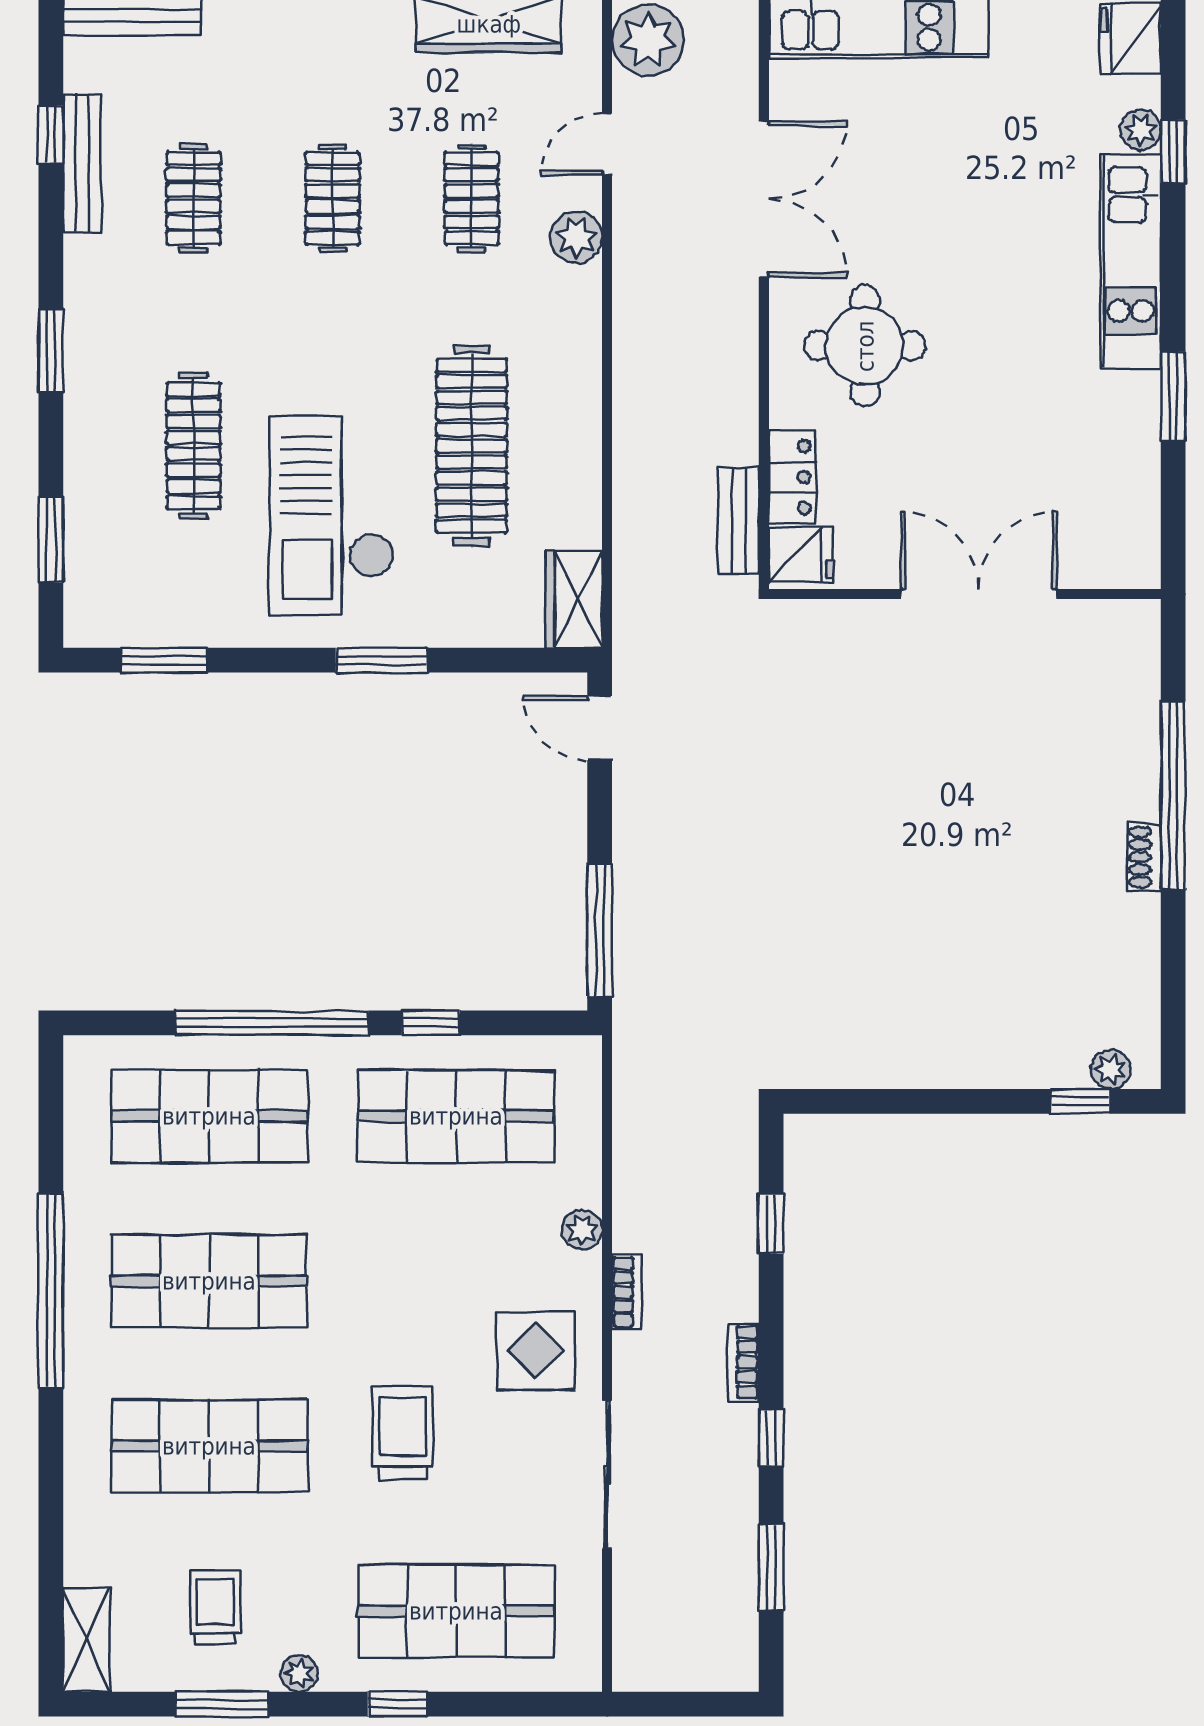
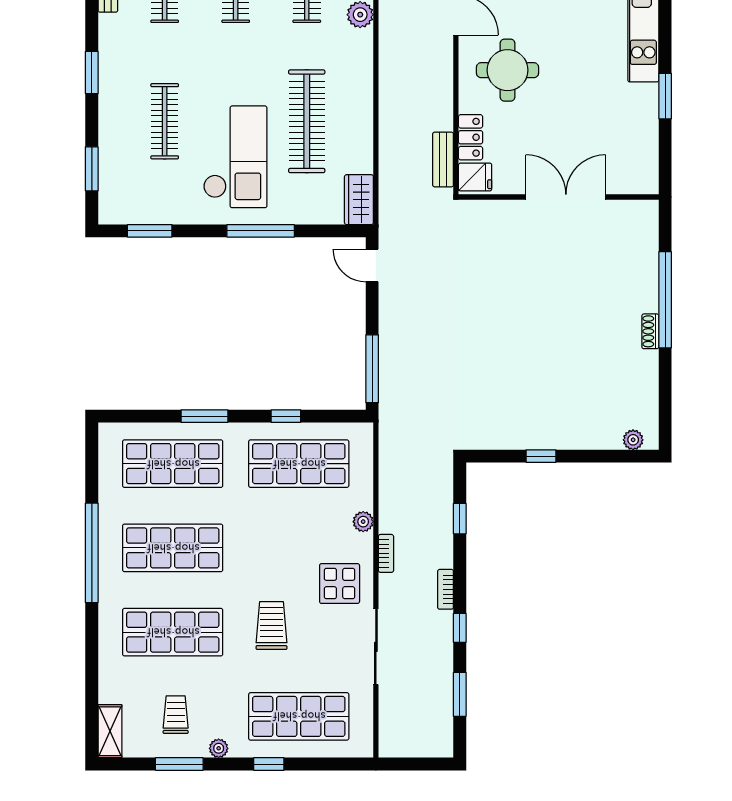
checkout: (332, 515) -> (235, 157), turned 180
window: (381, 660) -> (261, 231), width x1.44
window: (272, 1023) -> (205, 416), width x0.47
window: (1080, 1101) -> (541, 456), moved

